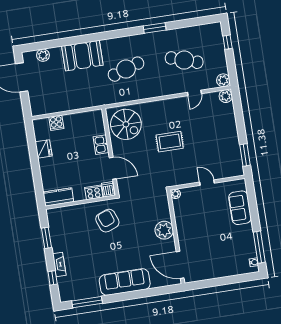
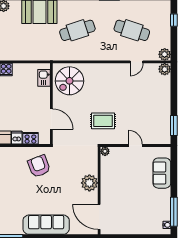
spiral stairs: (126, 124) -> (69, 81), turned 90
rug: (170, 142) -> (103, 121), moved
kitchen sink: (101, 145) -> (44, 78), moved
dishwasher: (108, 189) -> (17, 138), moved

